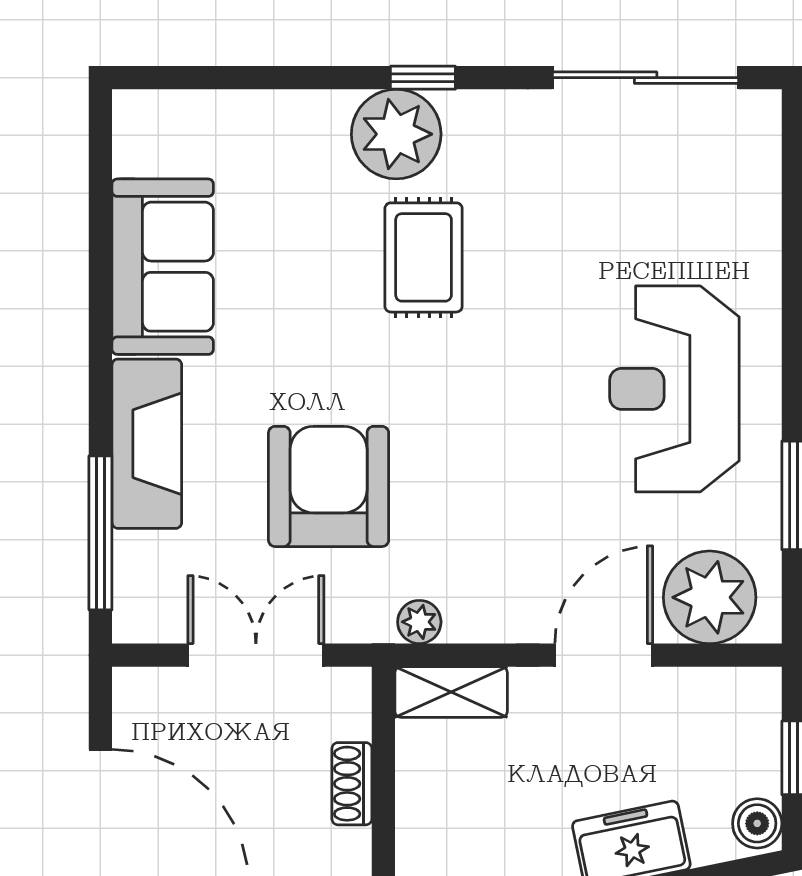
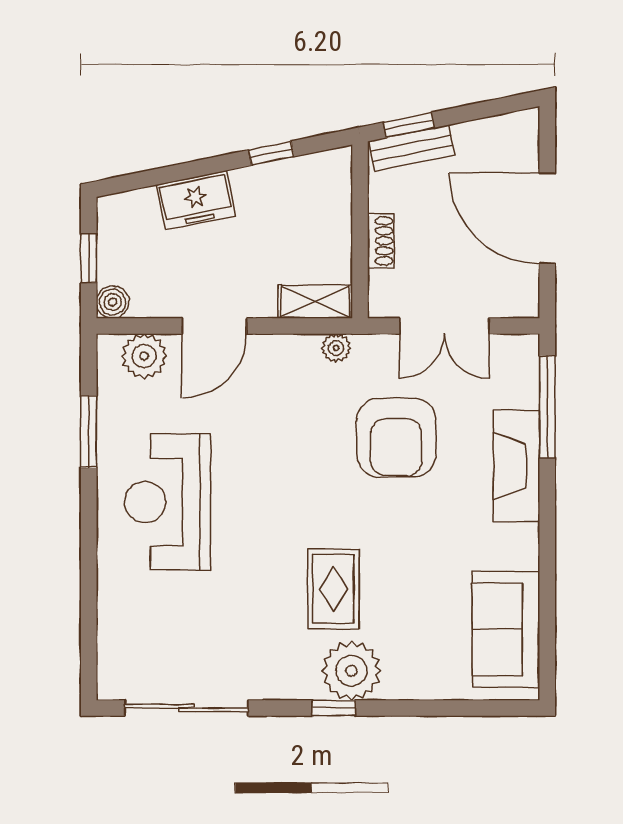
sofa: (163, 267) -> (506, 629), moved
reception desk: (674, 389) -> (167, 502), turned 180
plant: (710, 597) -> (144, 356), width x0.73, depth x0.73
boiler: (757, 823) -> (113, 302), moved

